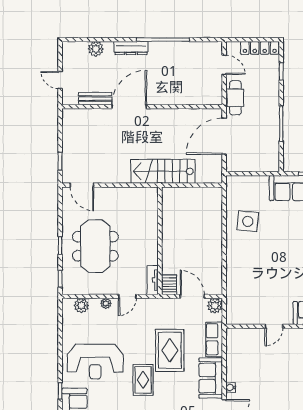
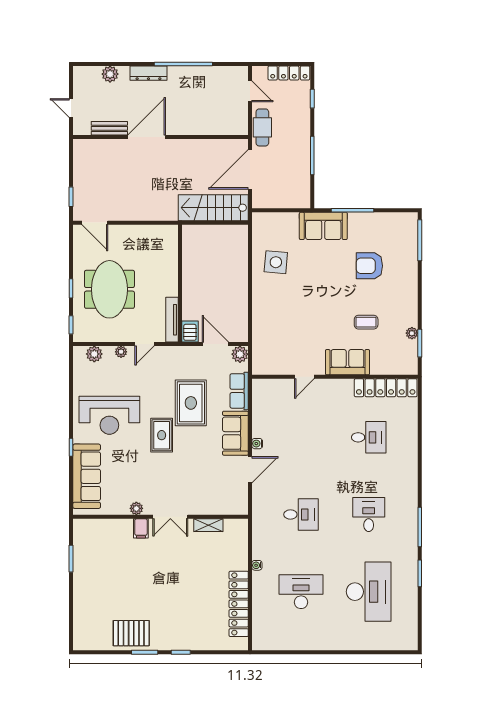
stairs: (163, 171) -> (213, 208), moved
tv unit: (153, 280) -> (172, 320), width x1.41

